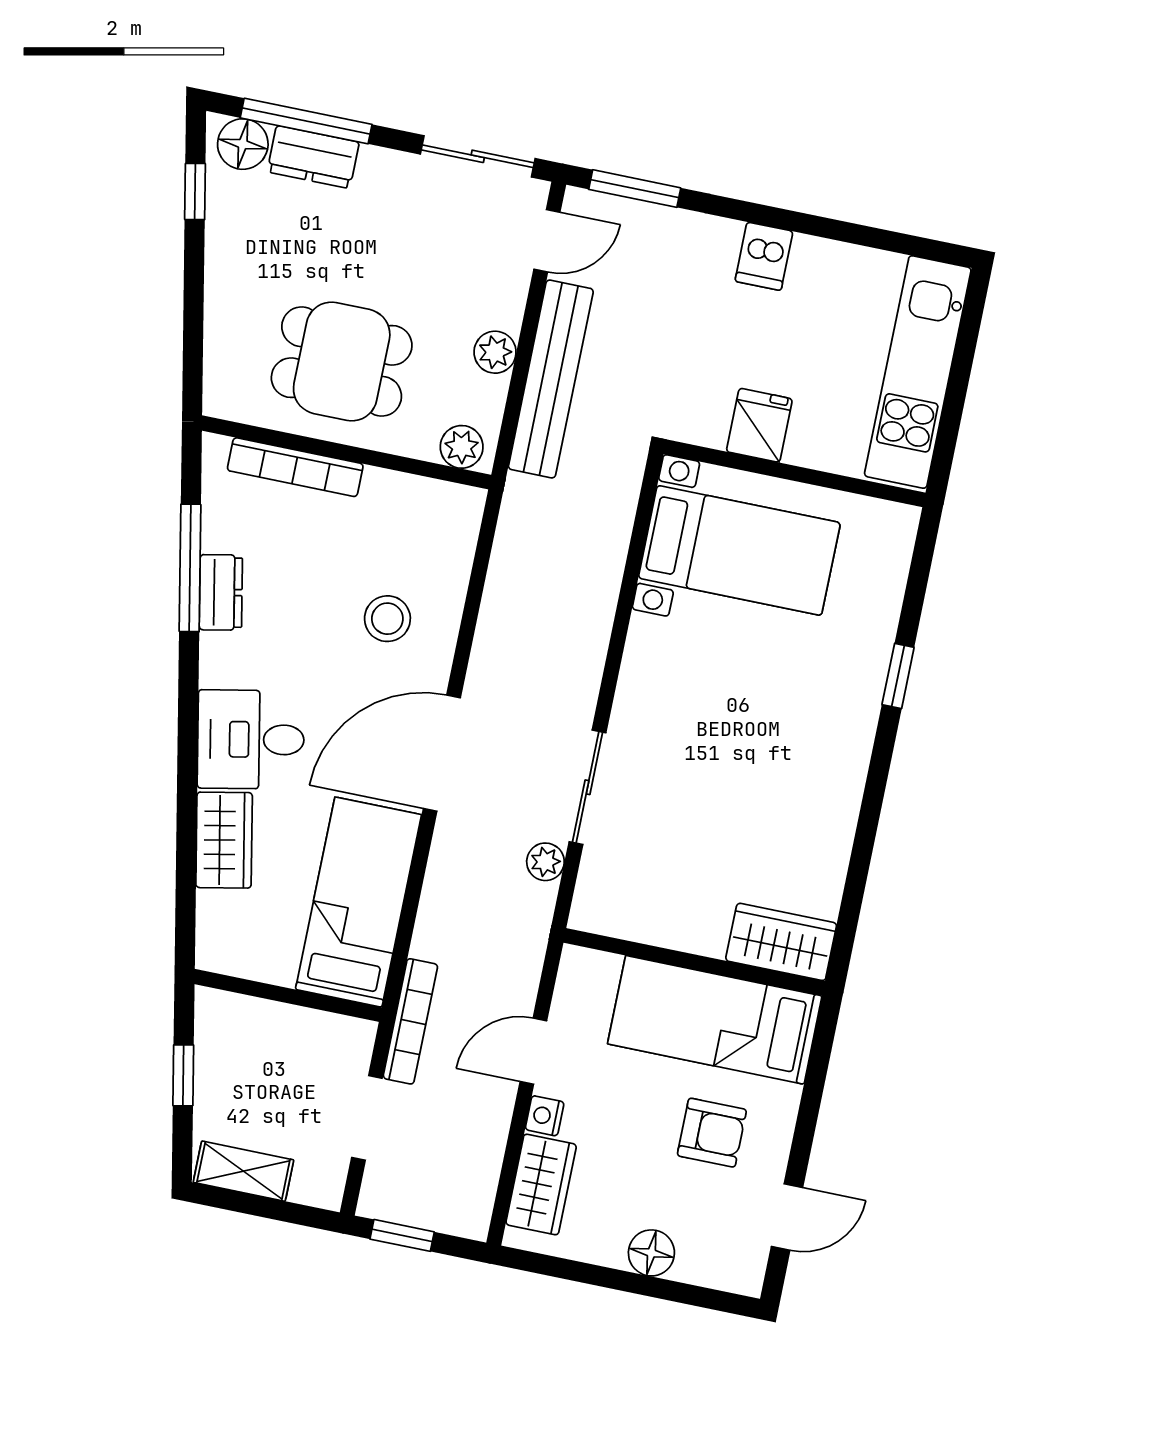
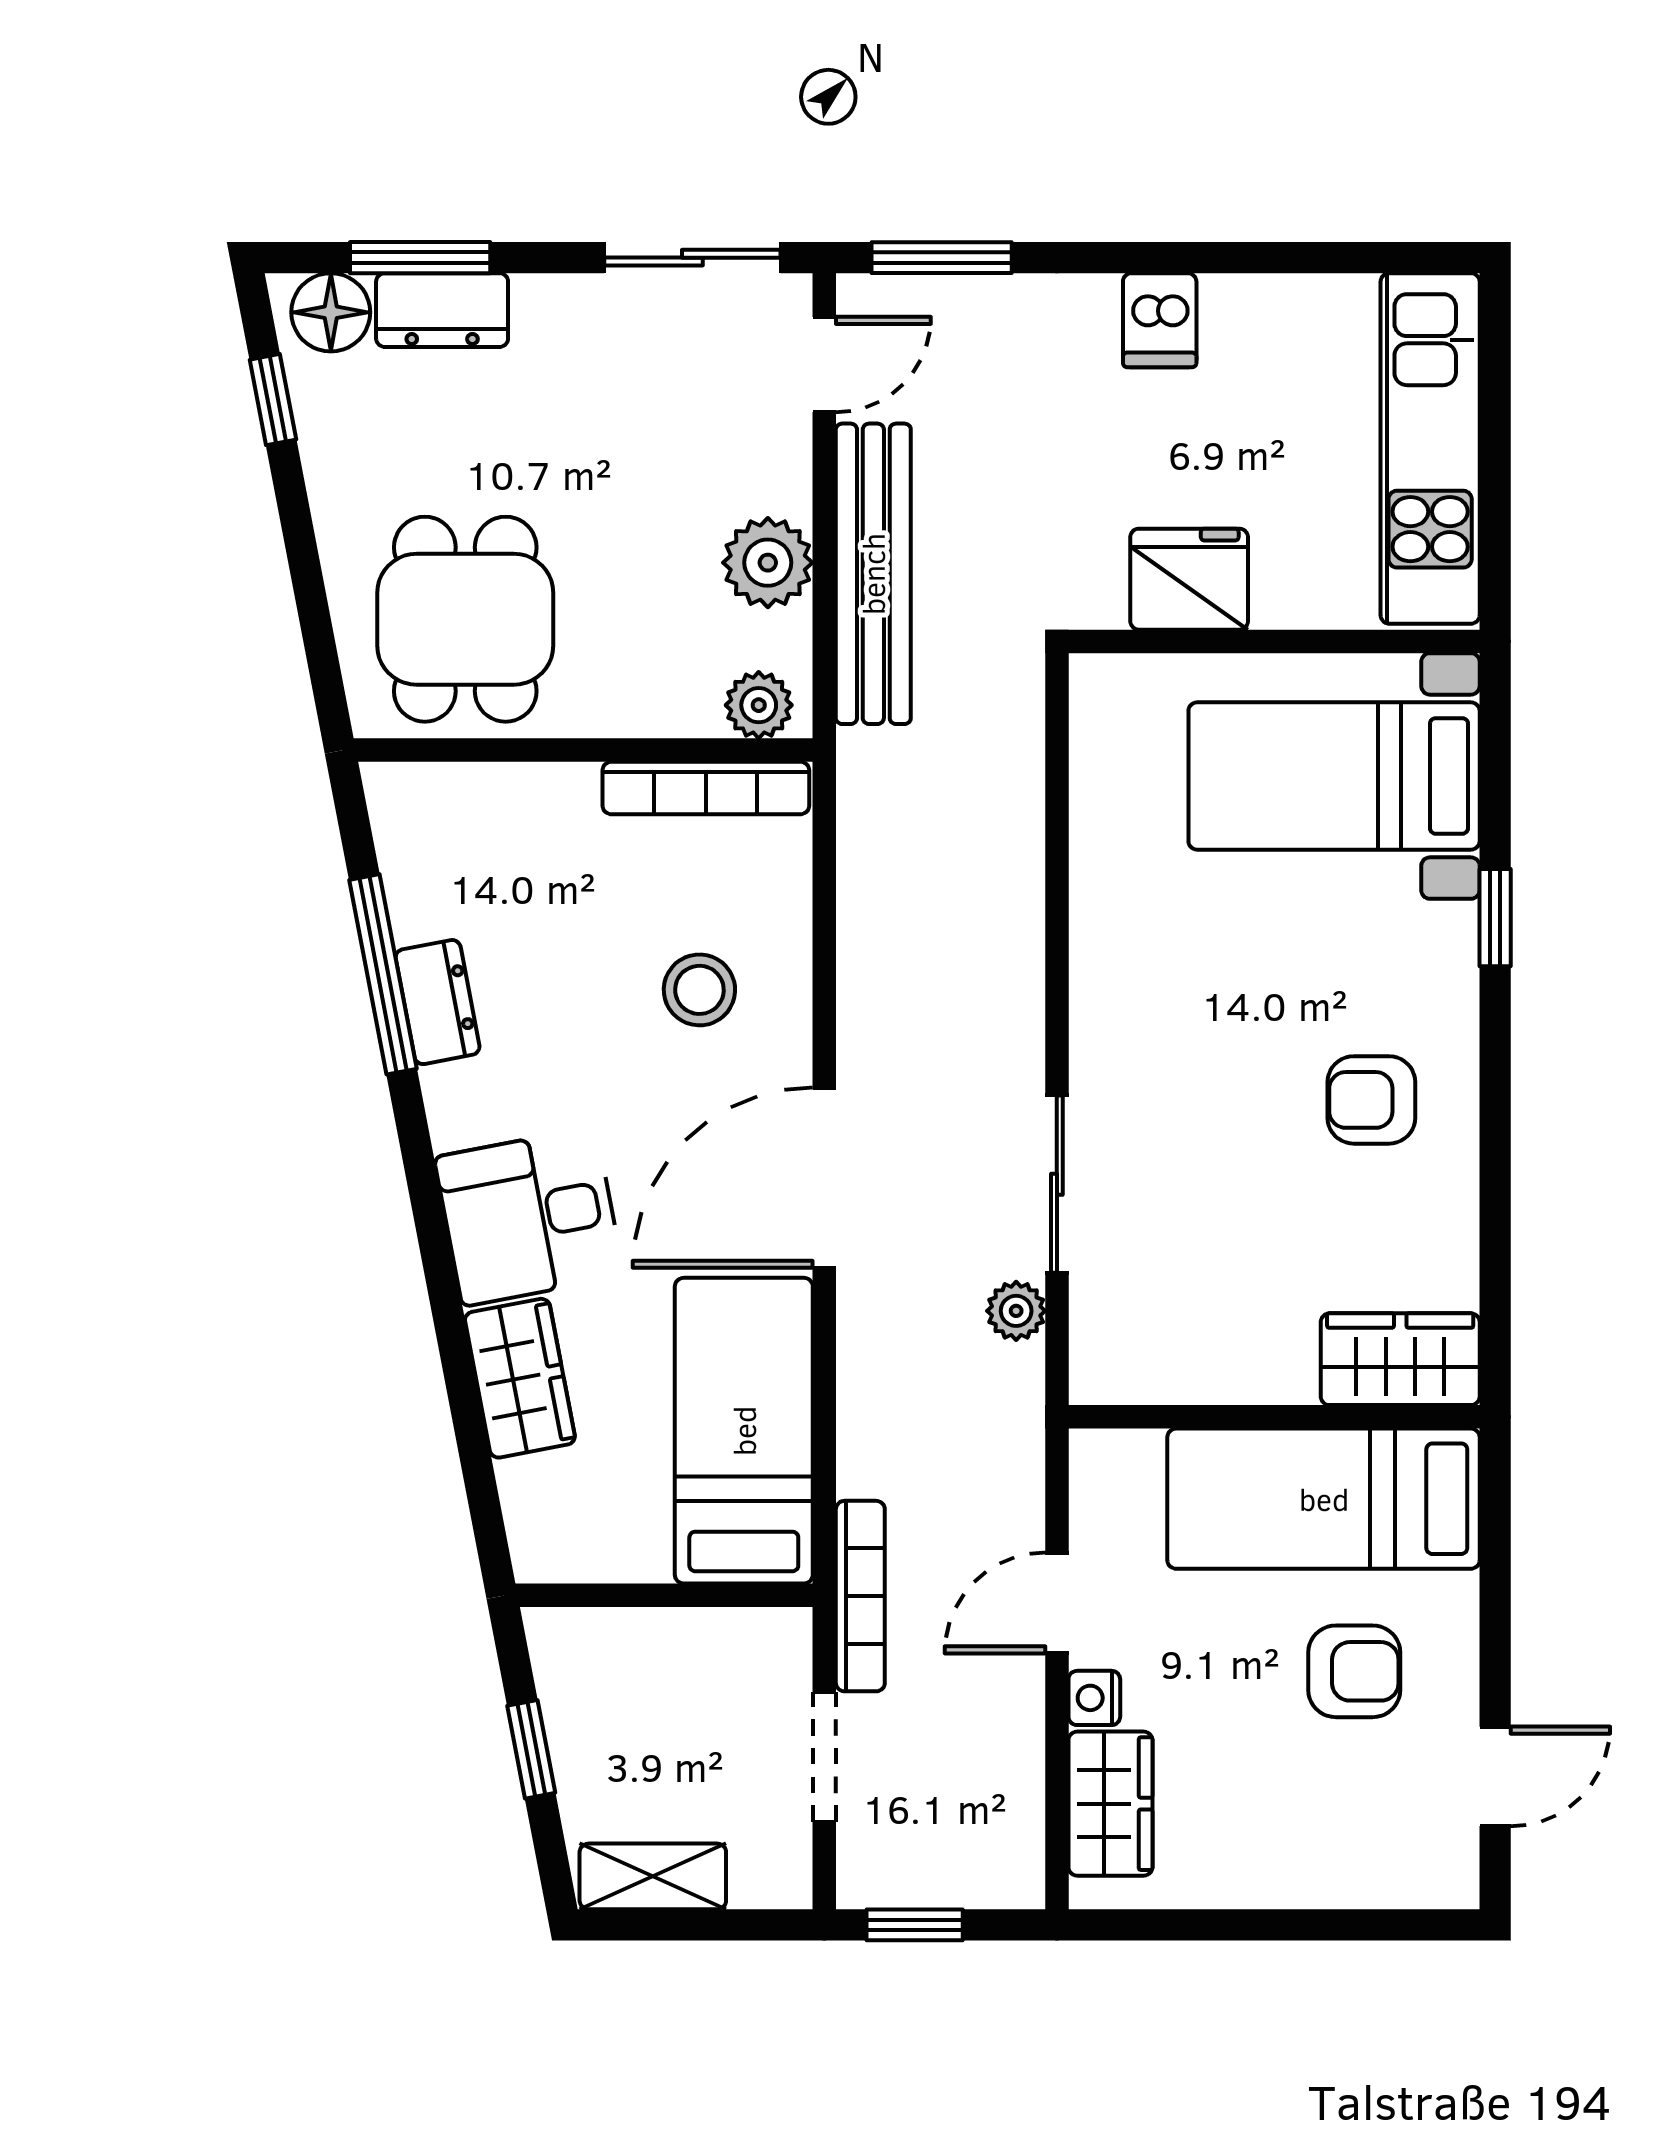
window: (306, 121) -> (420, 258), width x0.69
plant: (495, 352) -> (768, 563), width x1.38, depth x1.38
dining table: (342, 361) -> (465, 619), moved, turned 90
fridge: (759, 425) -> (1189, 579), width x1.38
bookcase: (295, 467) -> (706, 788), moved
bed with nightstands: (739, 550) -> (1334, 776), moved, turned 180
armchair: (797, 775) -> (1371, 1100), added
floor lamp: (651, 1253) -> (1300, 1873), removed

